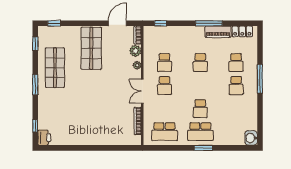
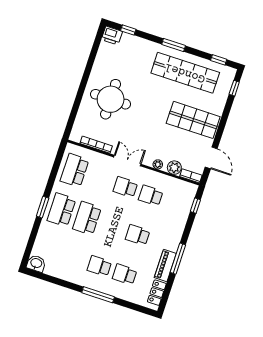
shop shelf: (55, 68) -> (185, 73), width x1.40
school desk: (200, 109) -> (87, 218), width x1.85
round table: (97, 122) -> (111, 99), added

